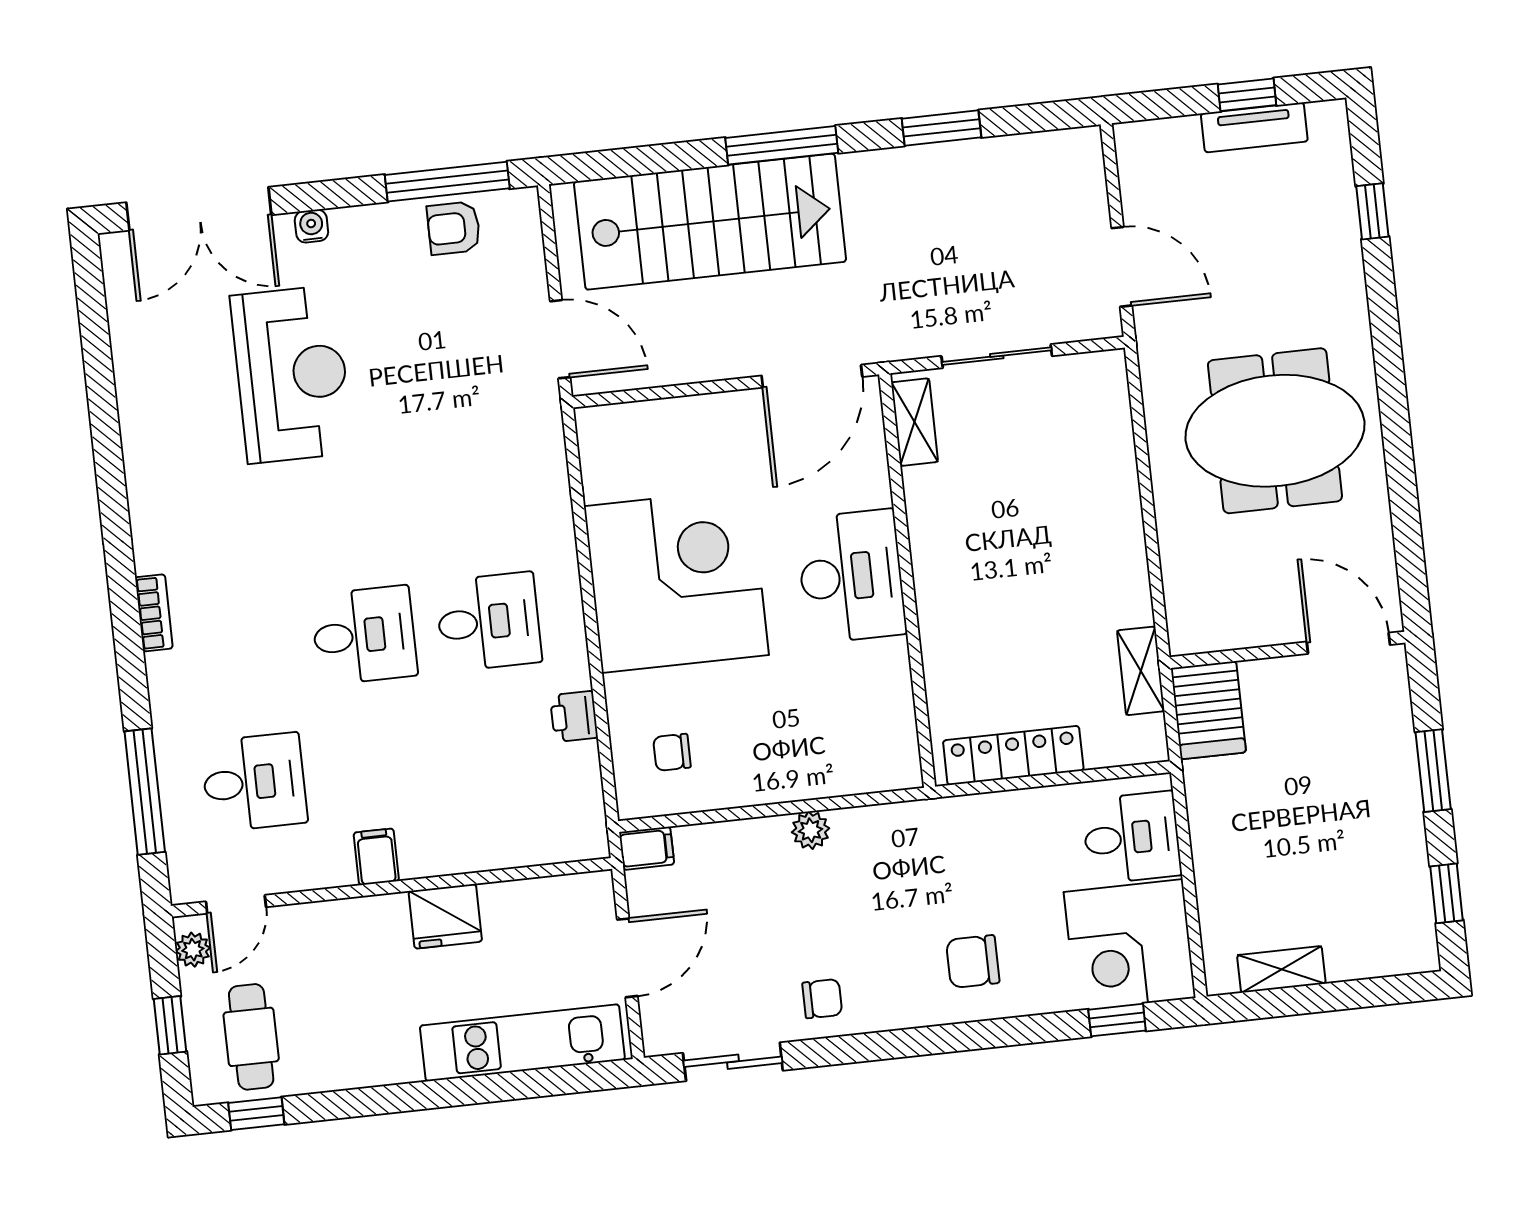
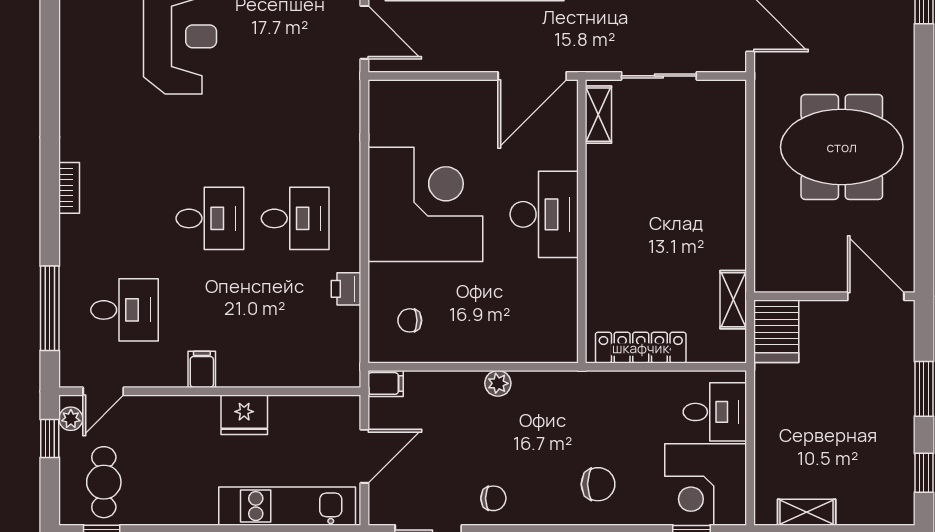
chair: (973, 961) -> (598, 484), turned 180
window: (170, 1025) -> (50, 438), moved

